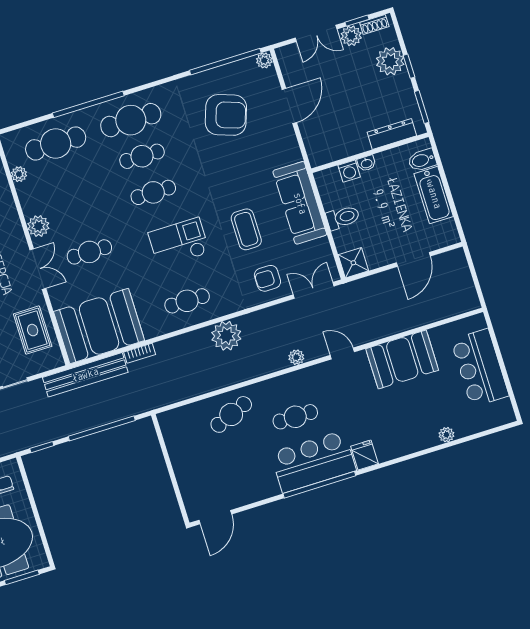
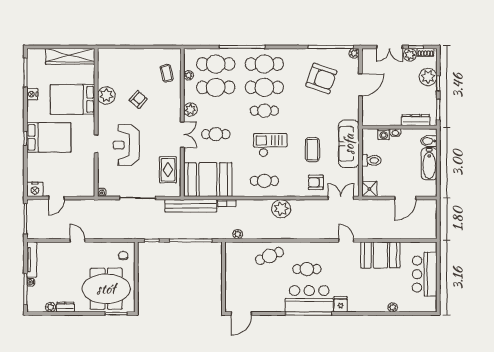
cafe table: (142, 156) -> (264, 87), width x1.37, depth x1.35
cafe table: (67, 180) -> (216, 87), added
plant: (296, 357) -> (238, 234), moved

